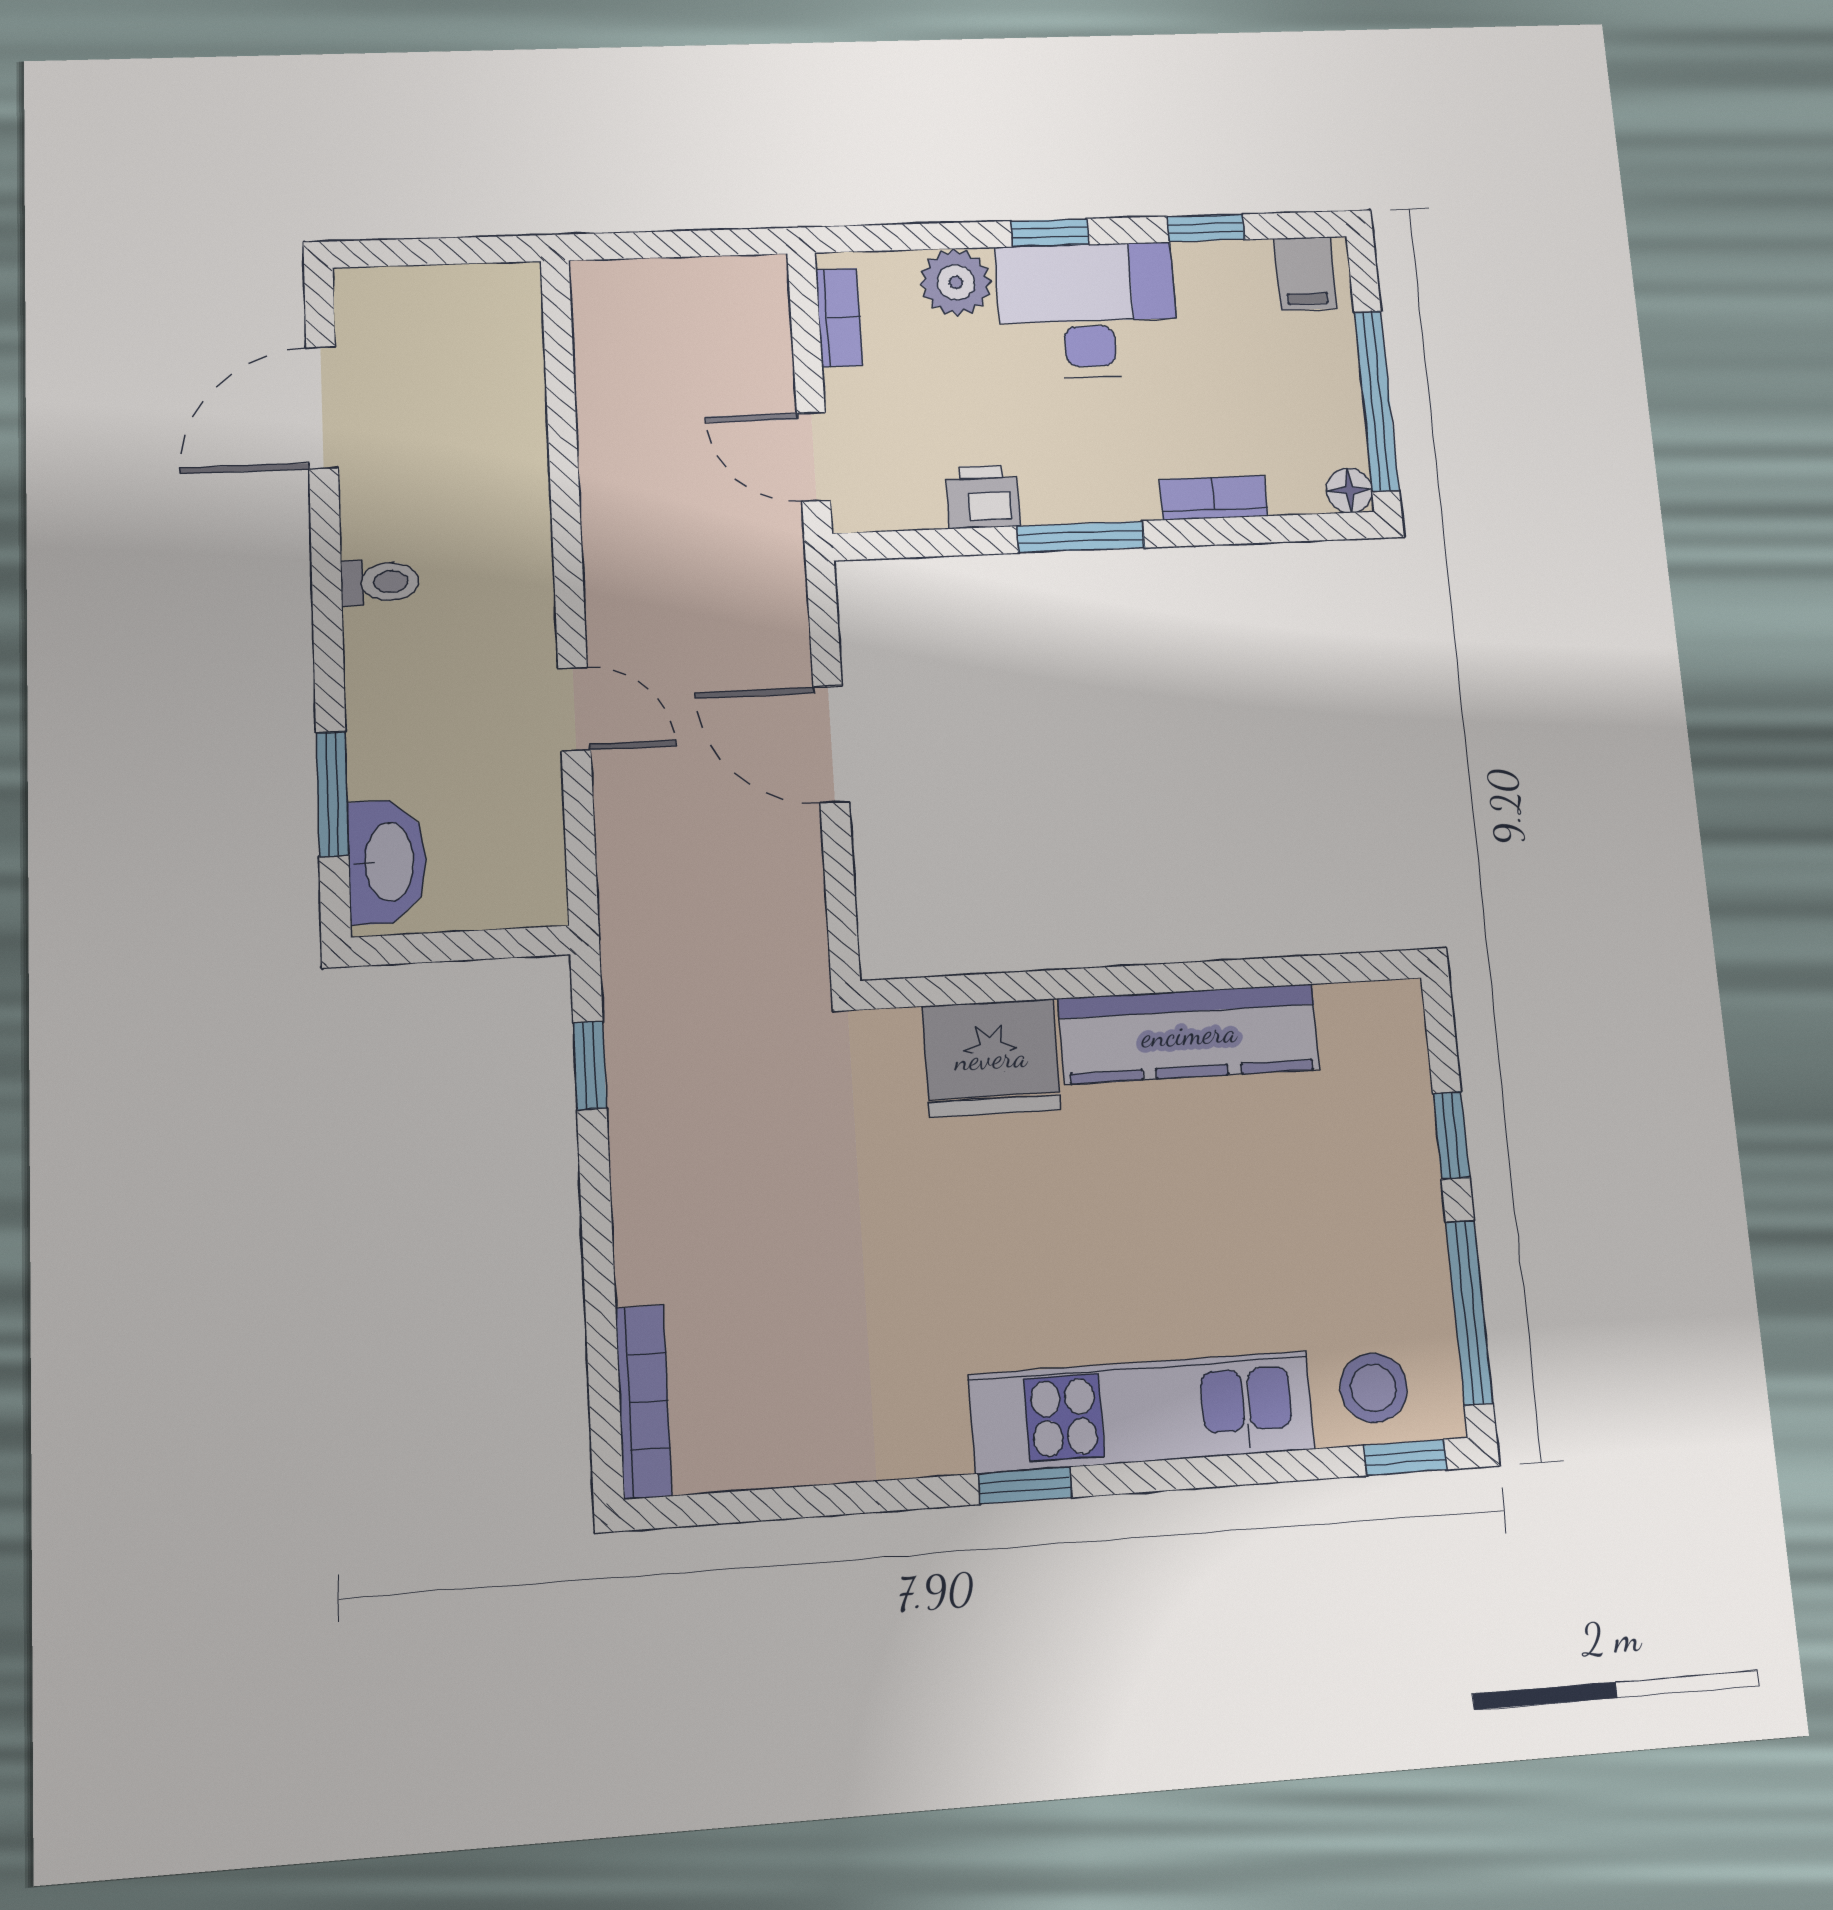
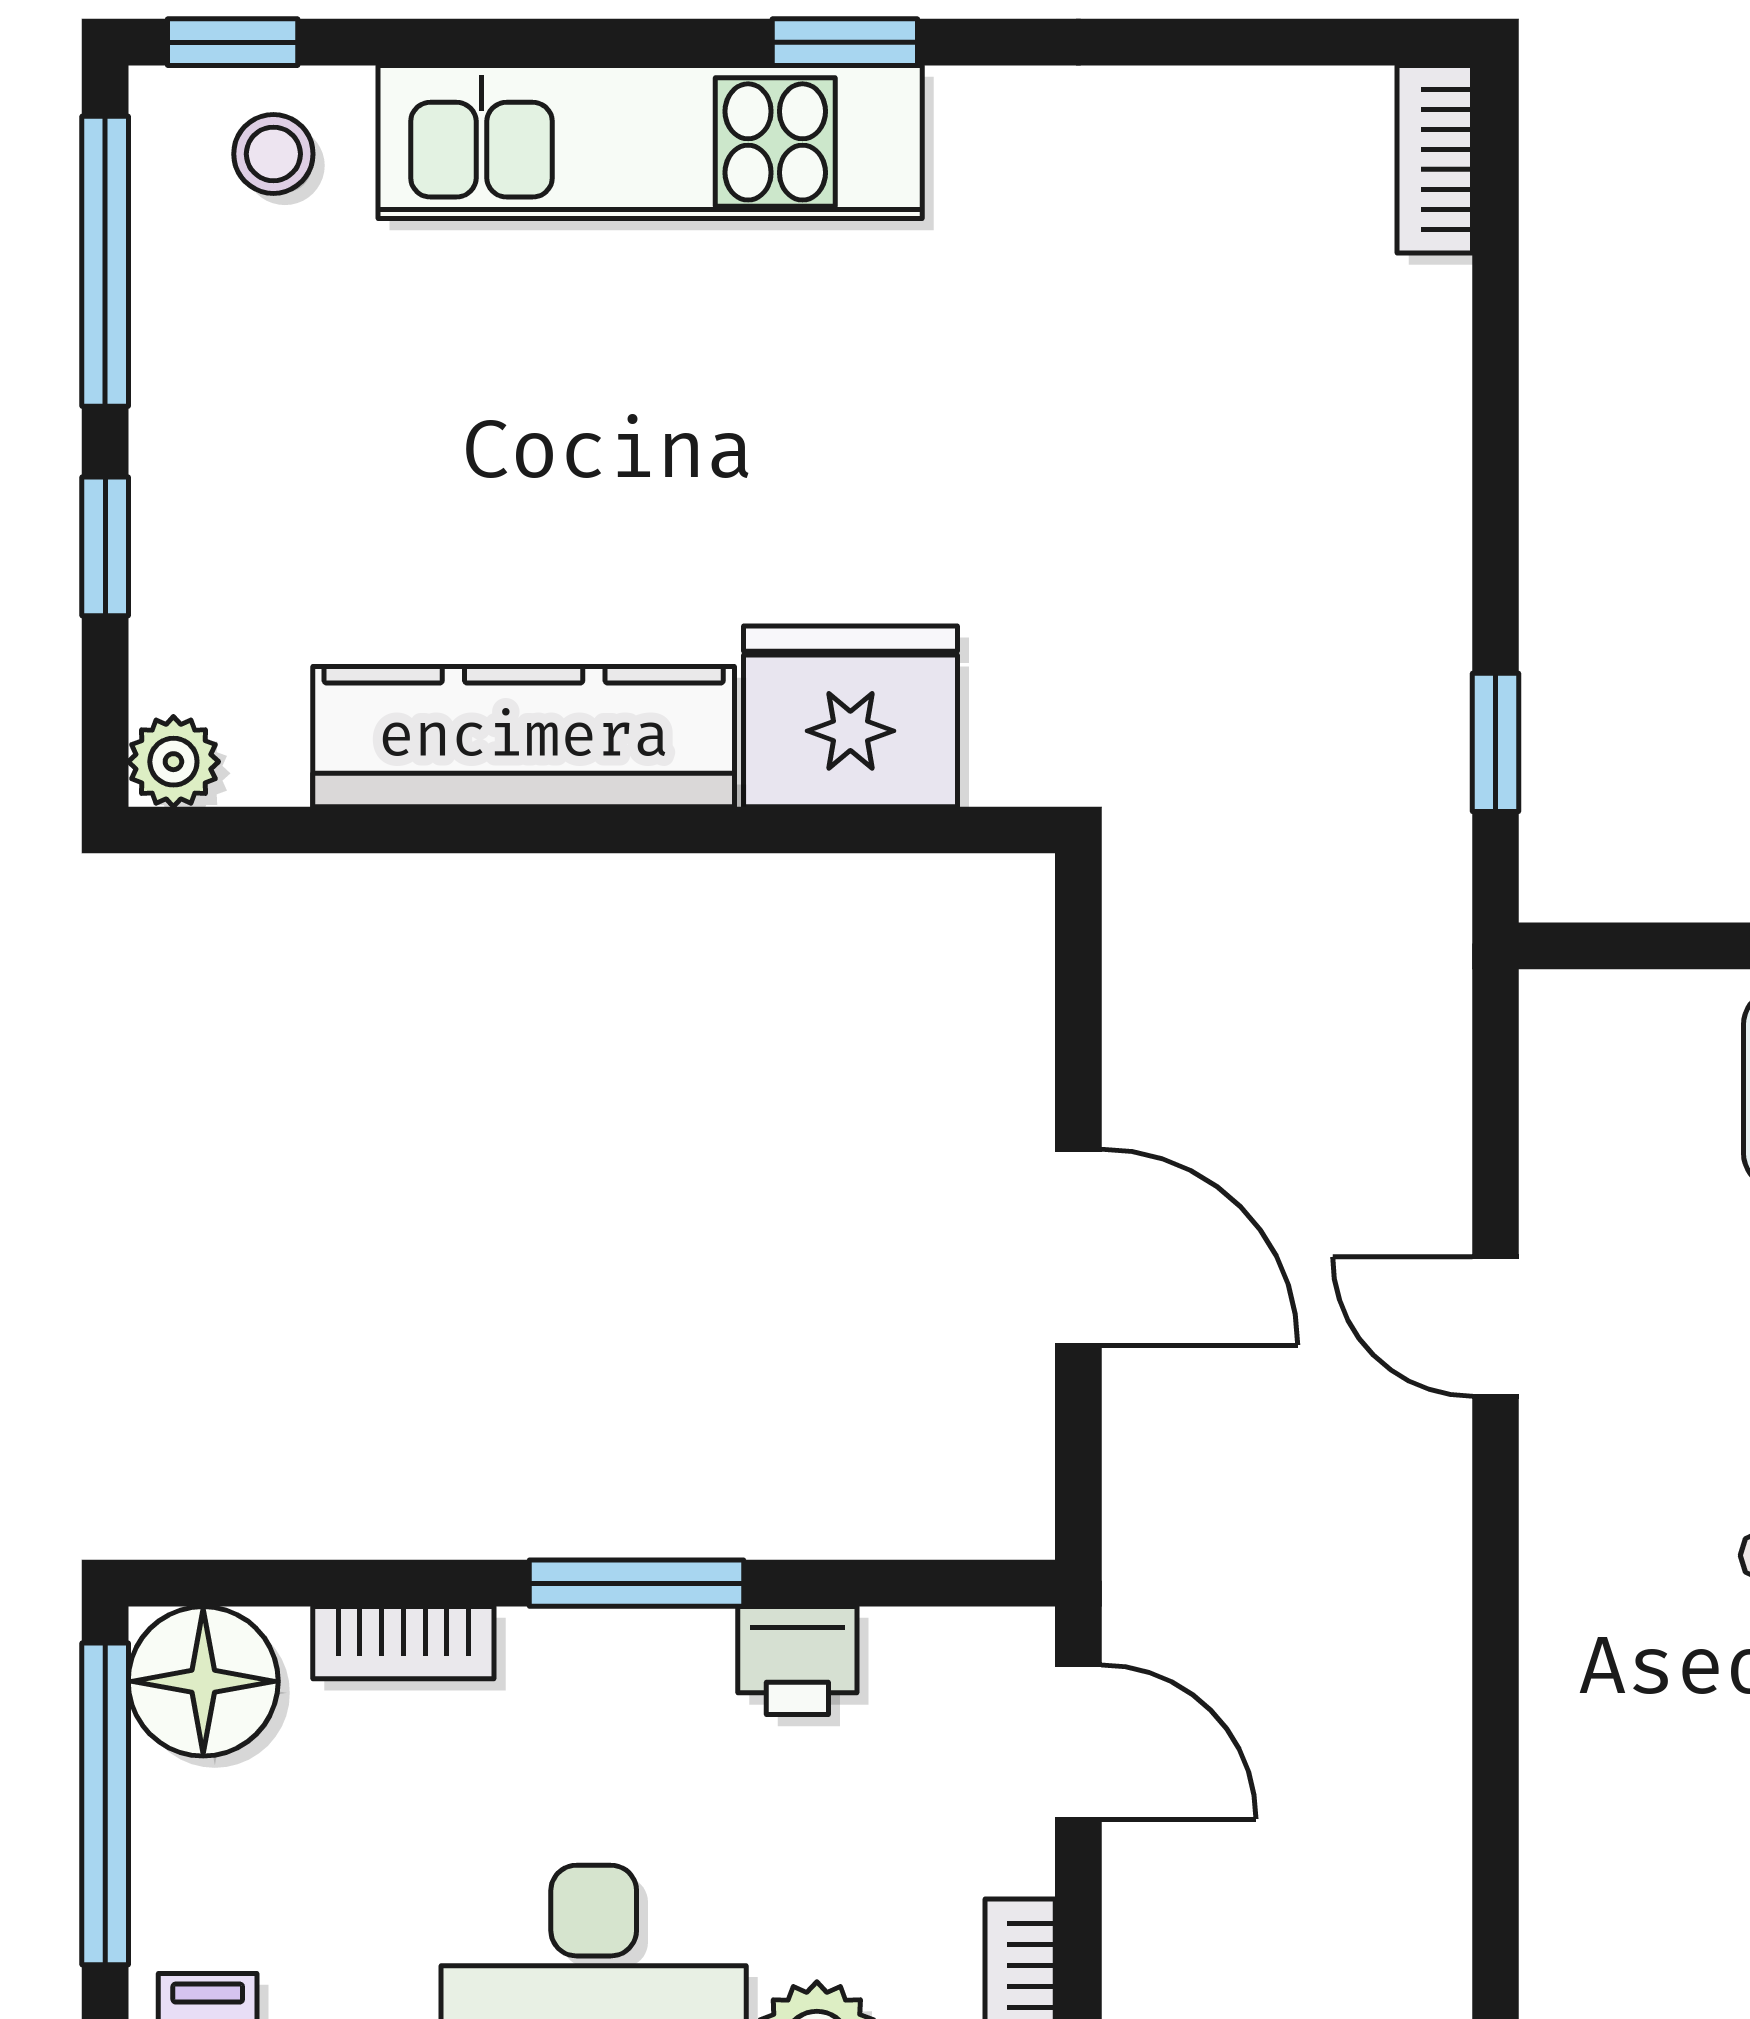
floor lamp: (1349, 490) -> (203, 1681), width x1.89, depth x1.89
plant: (1397, 1006) -> (173, 762), added
stool: (1374, 1388) -> (273, 154), width x0.73, depth x0.73
bookcase: (644, 1402) -> (1435, 159), width x0.64

